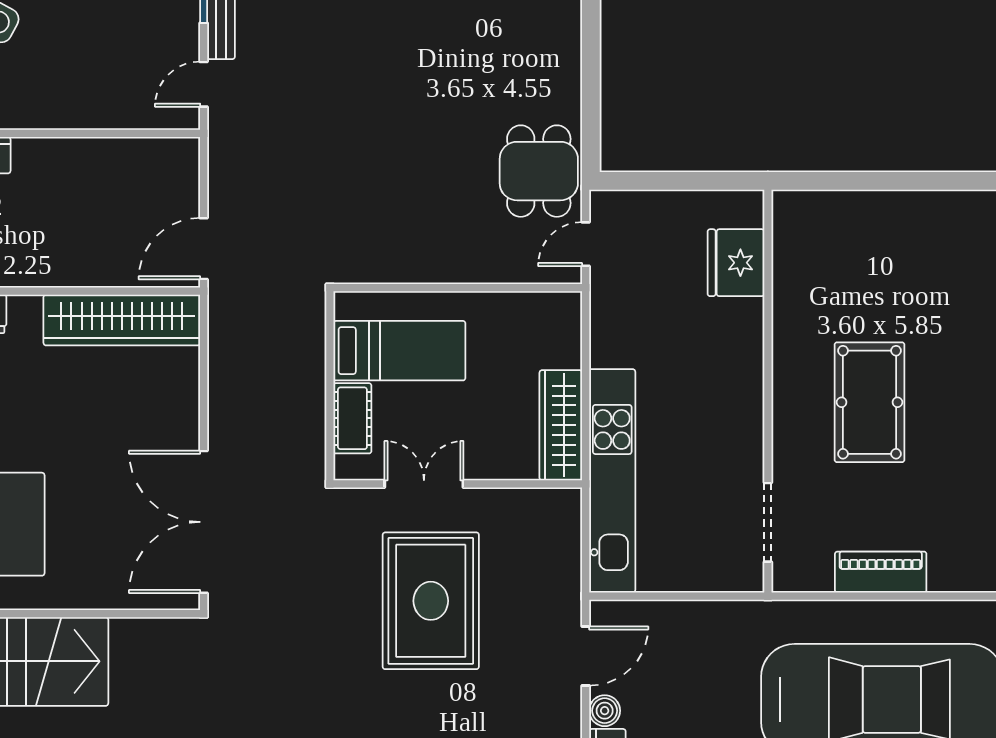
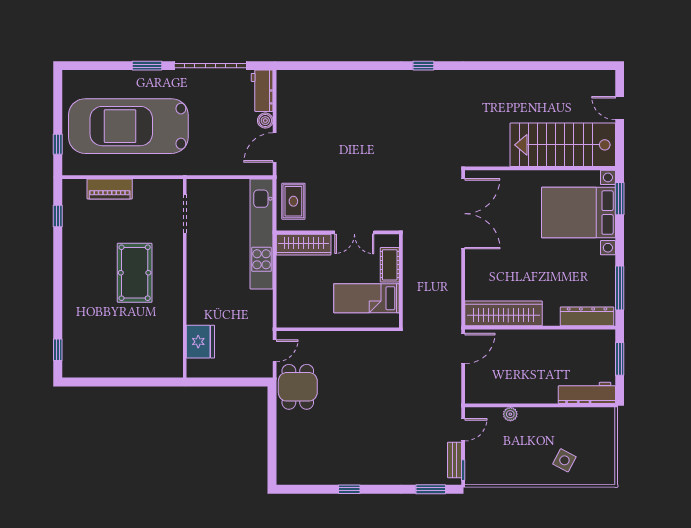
plant: (108, 116) -> (510, 414), added
wardrobe: (561, 425) -> (304, 245), moved, turned 90
piano: (881, 572) -> (110, 189), moved
rug: (431, 601) -> (293, 201), moved, width x0.54, depth x0.49

